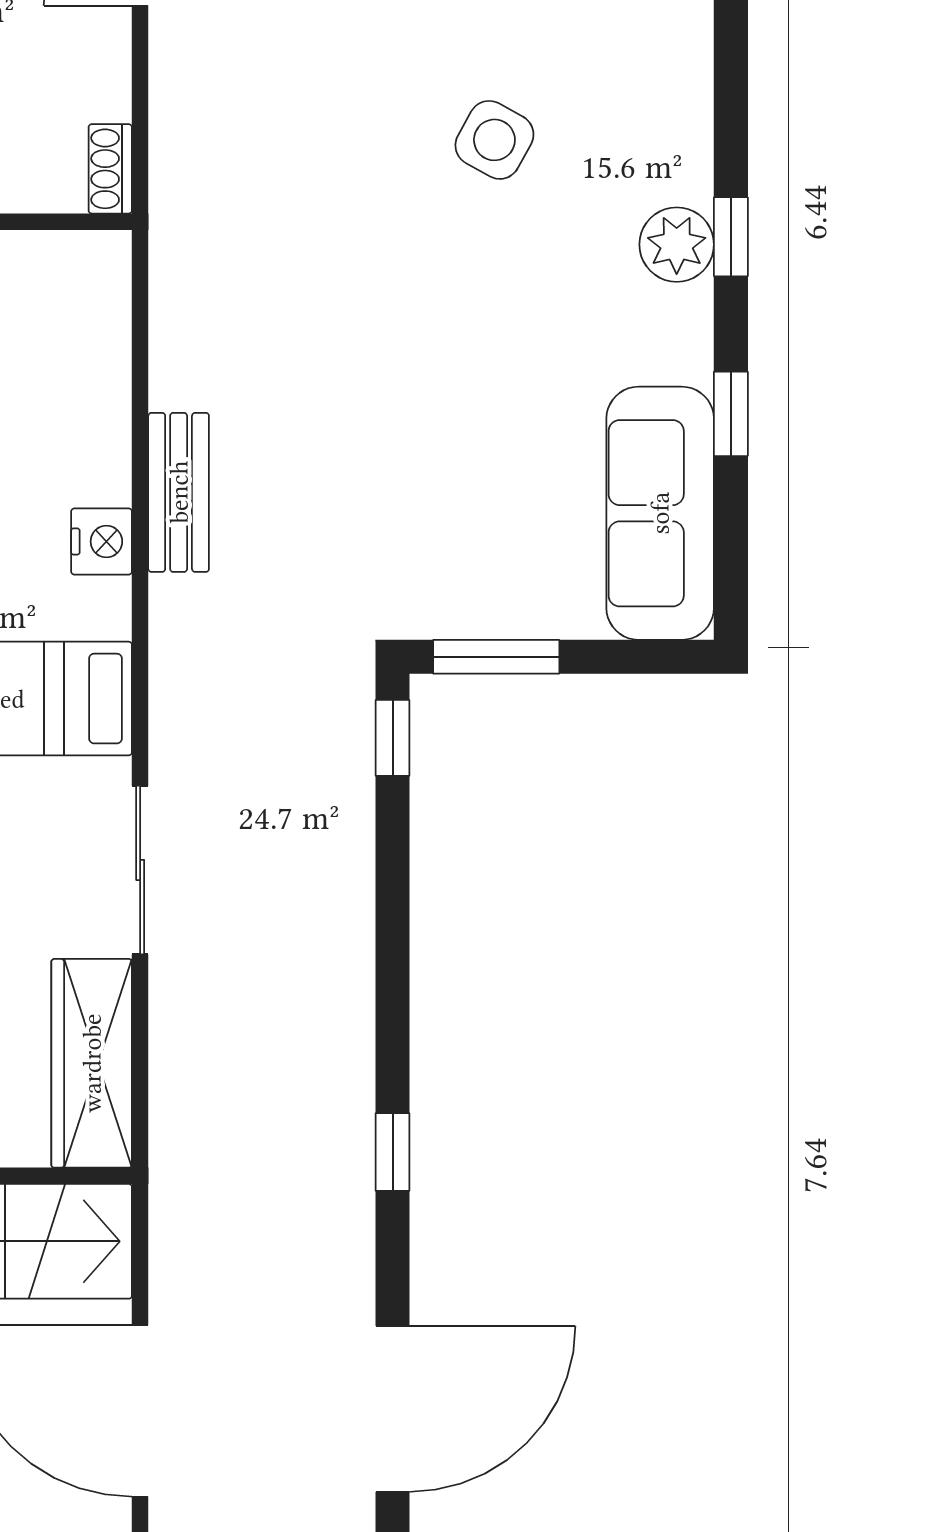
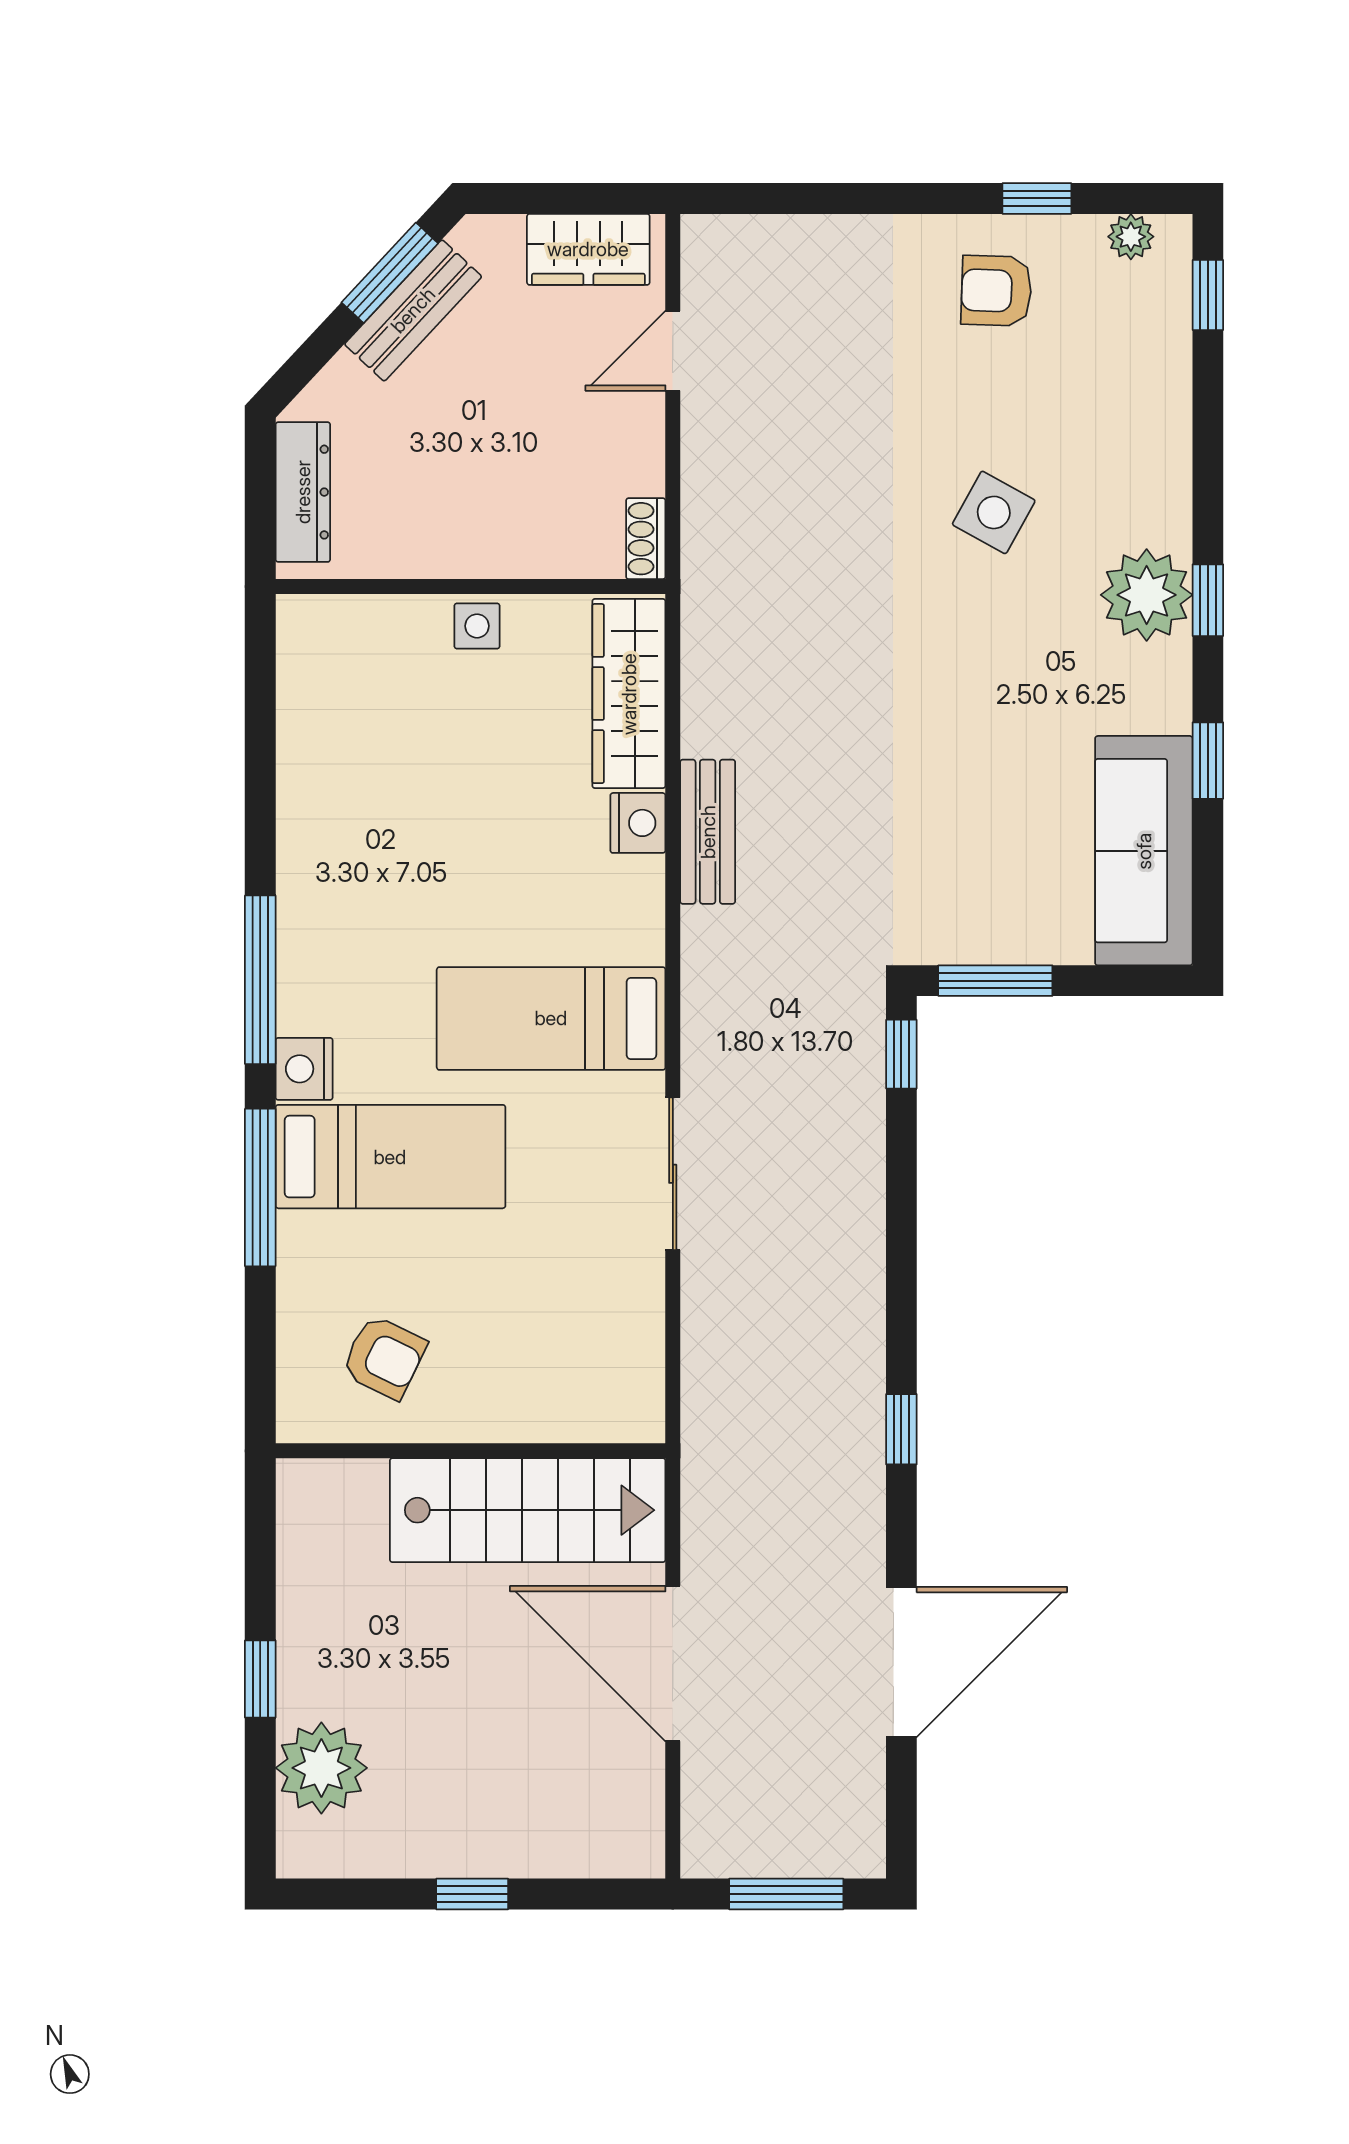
plant: (677, 245) -> (1147, 595), width x1.36, depth x1.36
nightstand: (102, 541) -> (638, 823), moved
wardrobe: (92, 1063) -> (629, 694), moved

